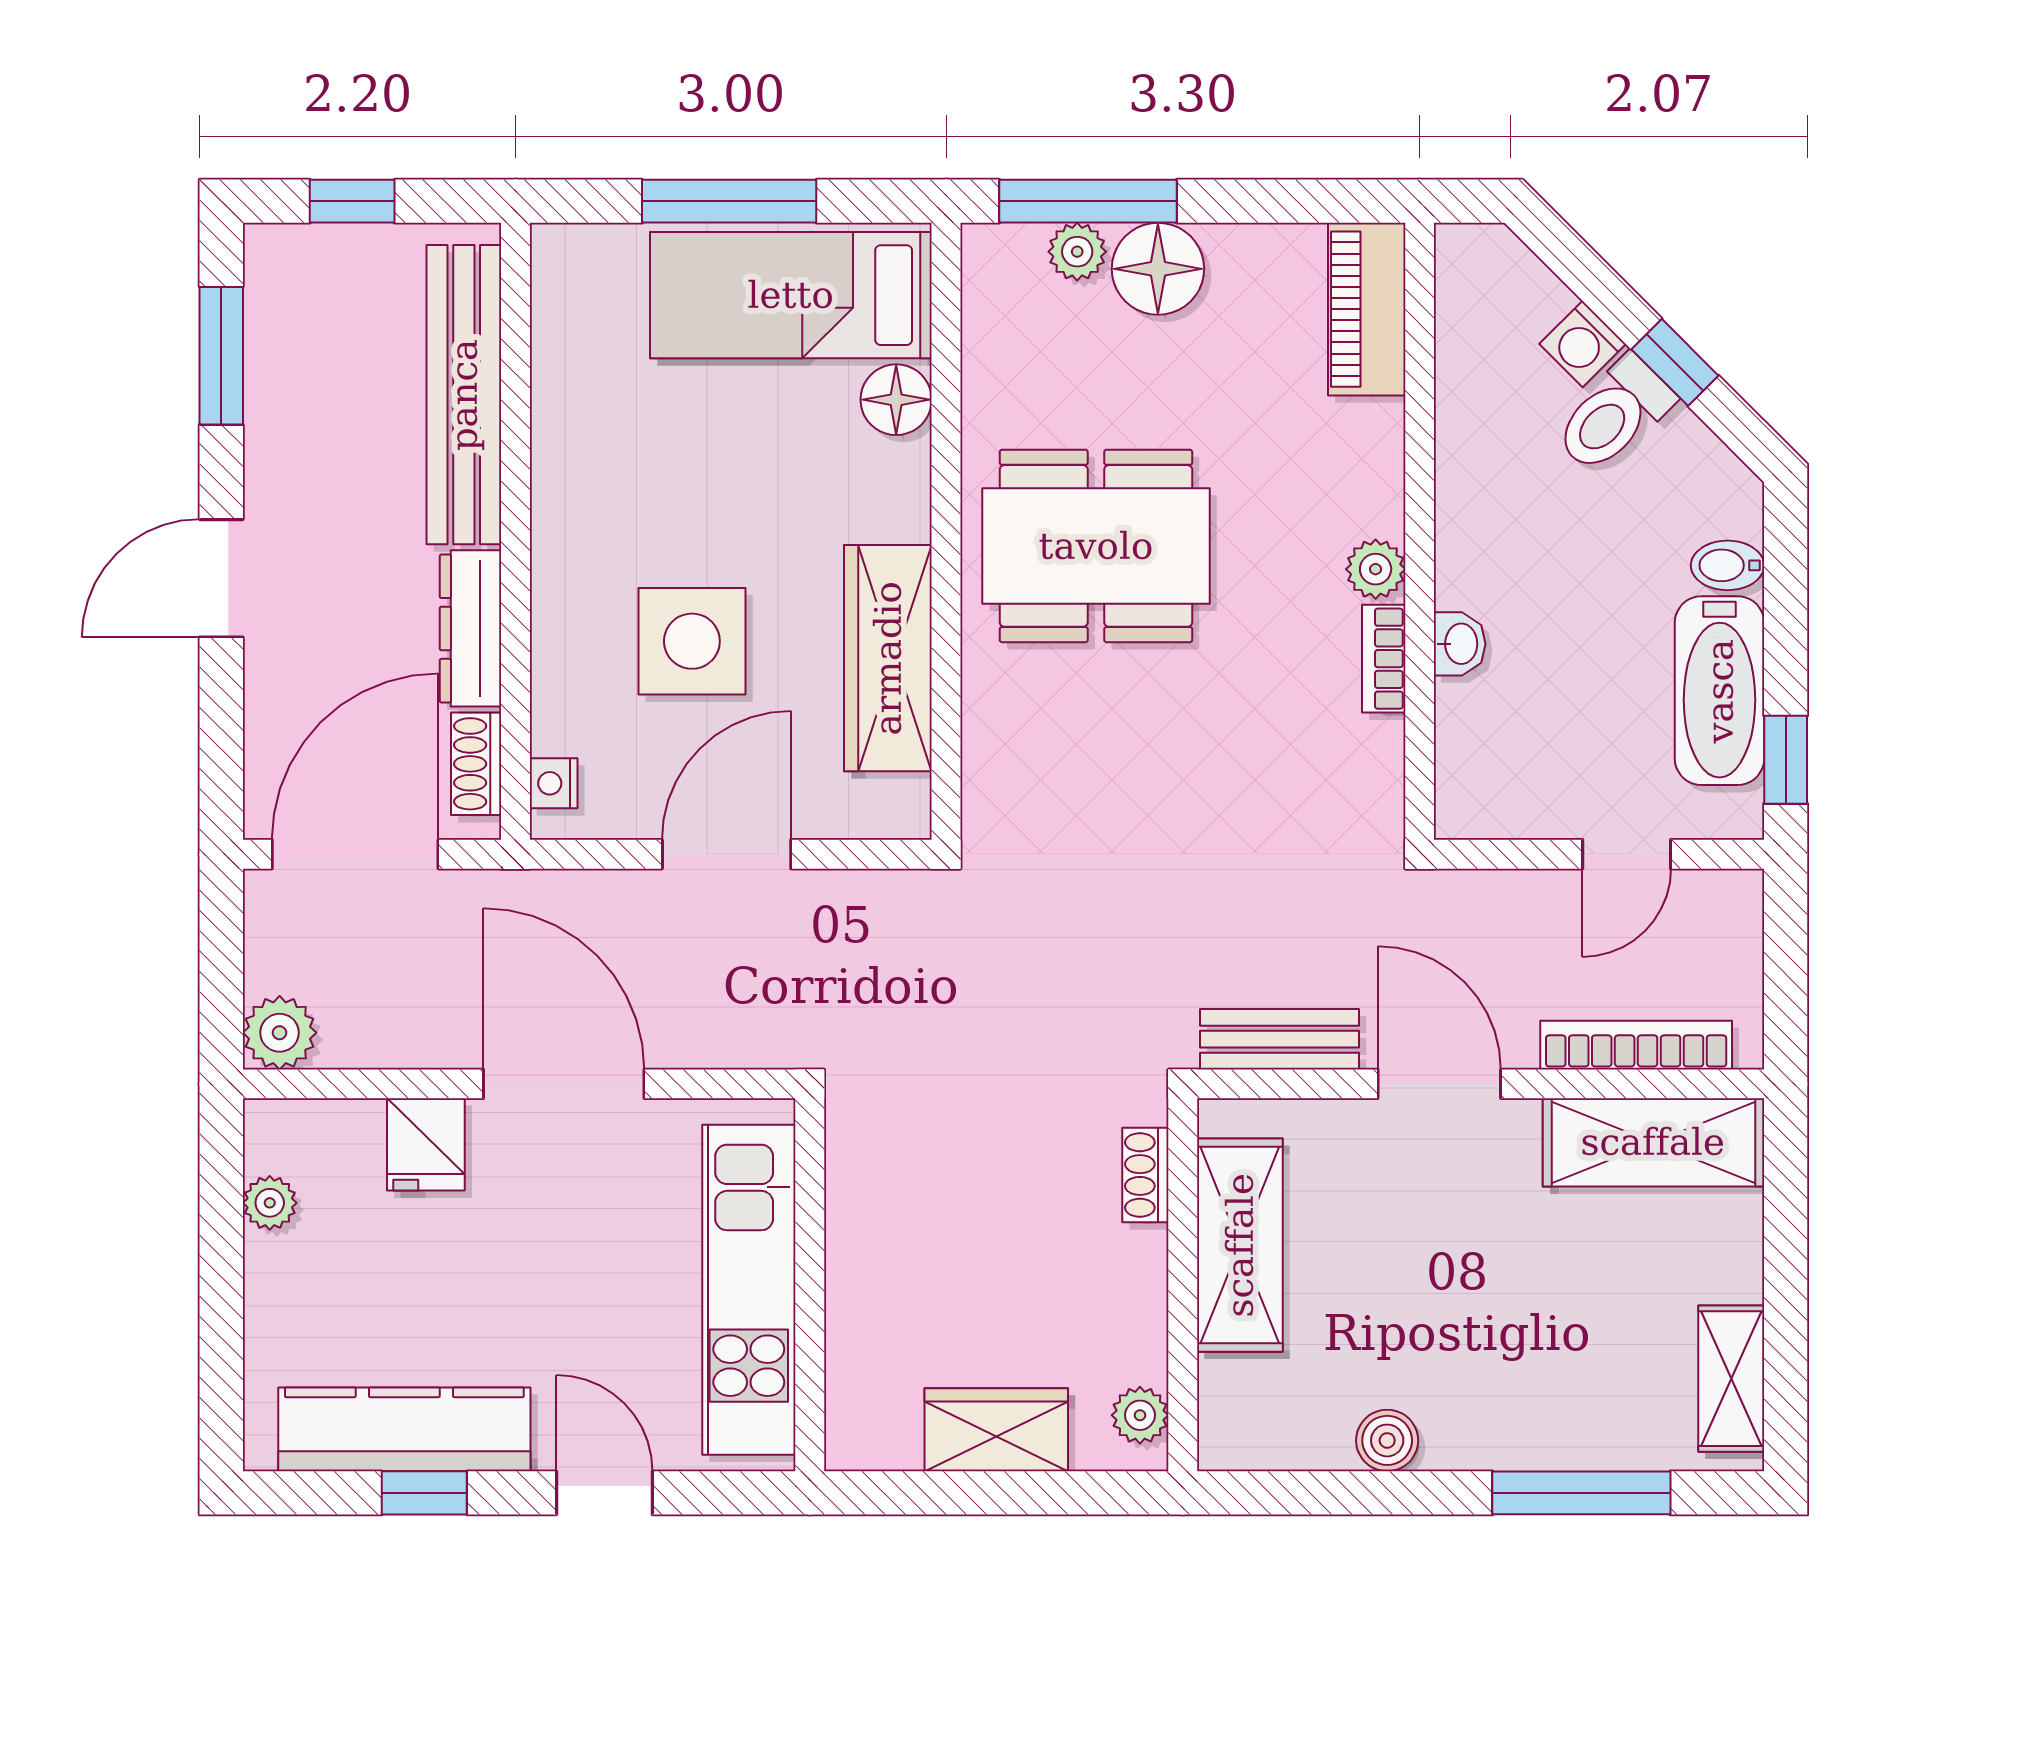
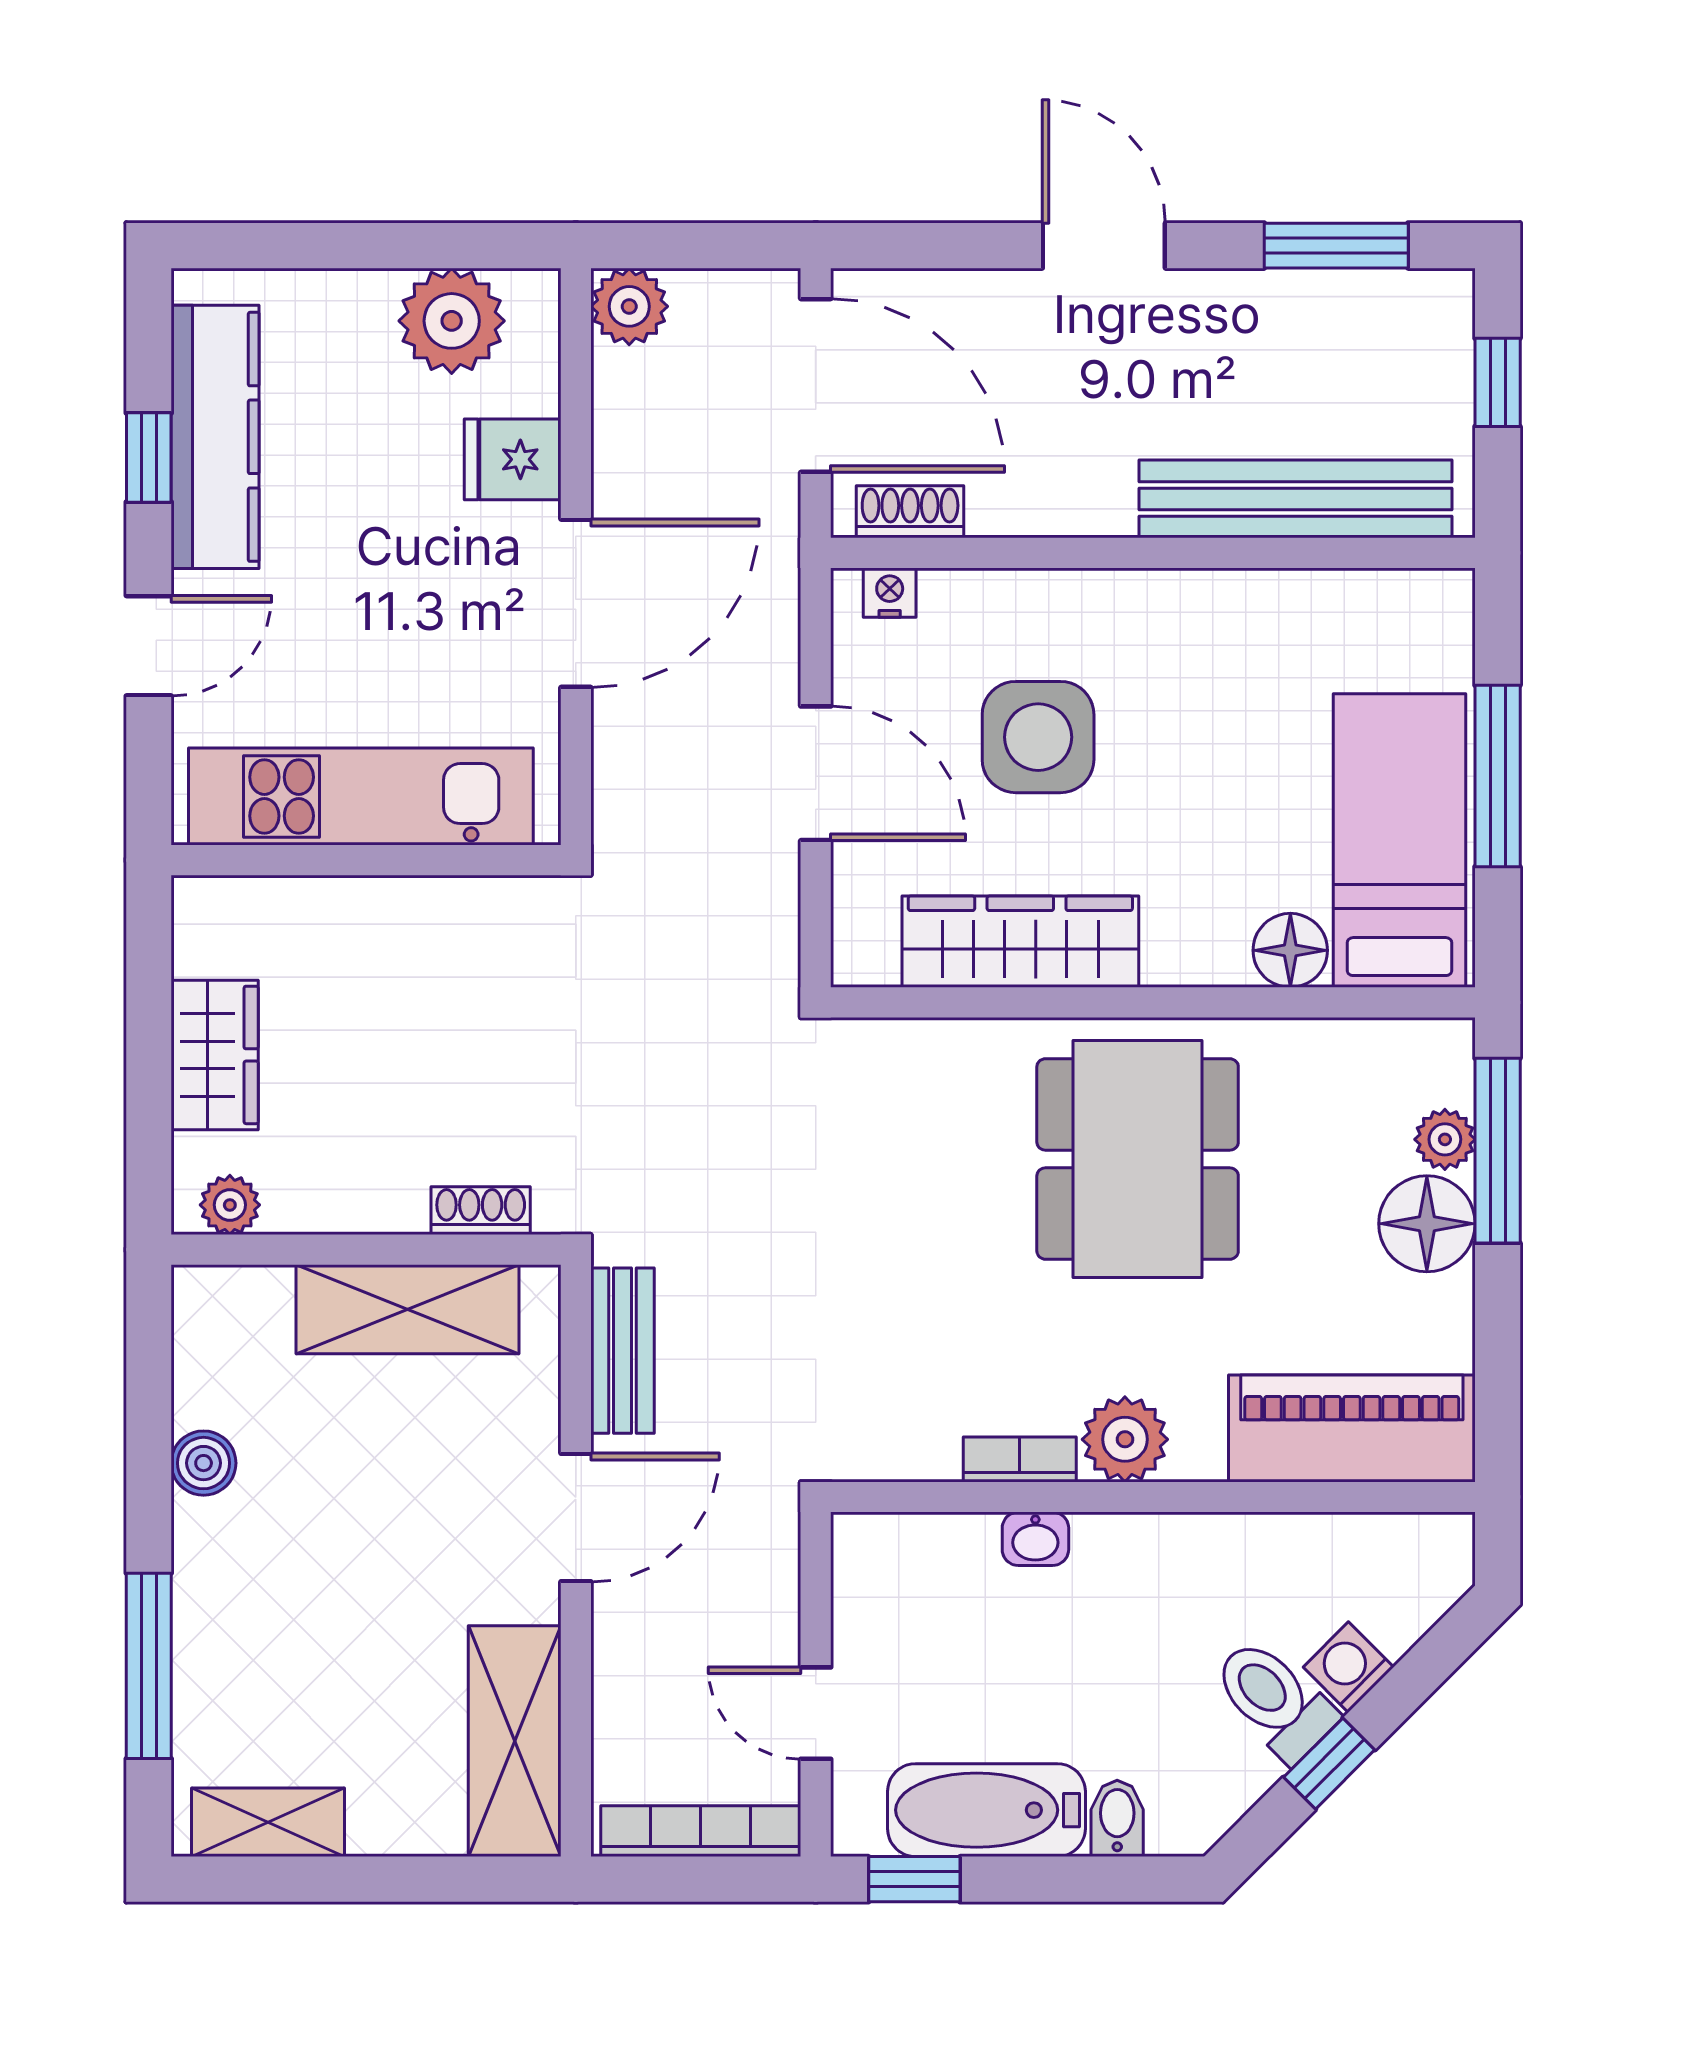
piano: (1367, 309) -> (1352, 1428), width x1.37, depth x1.33
plant: (1376, 569) -> (1125, 1439), width x1.38, depth x1.38
dresser: (470, 628) -> (1051, 506), removed
bookcase: (1636, 1045) -> (701, 1831), moved, turned -90
plant: (270, 1203) -> (452, 321), width x1.88, depth x1.88

